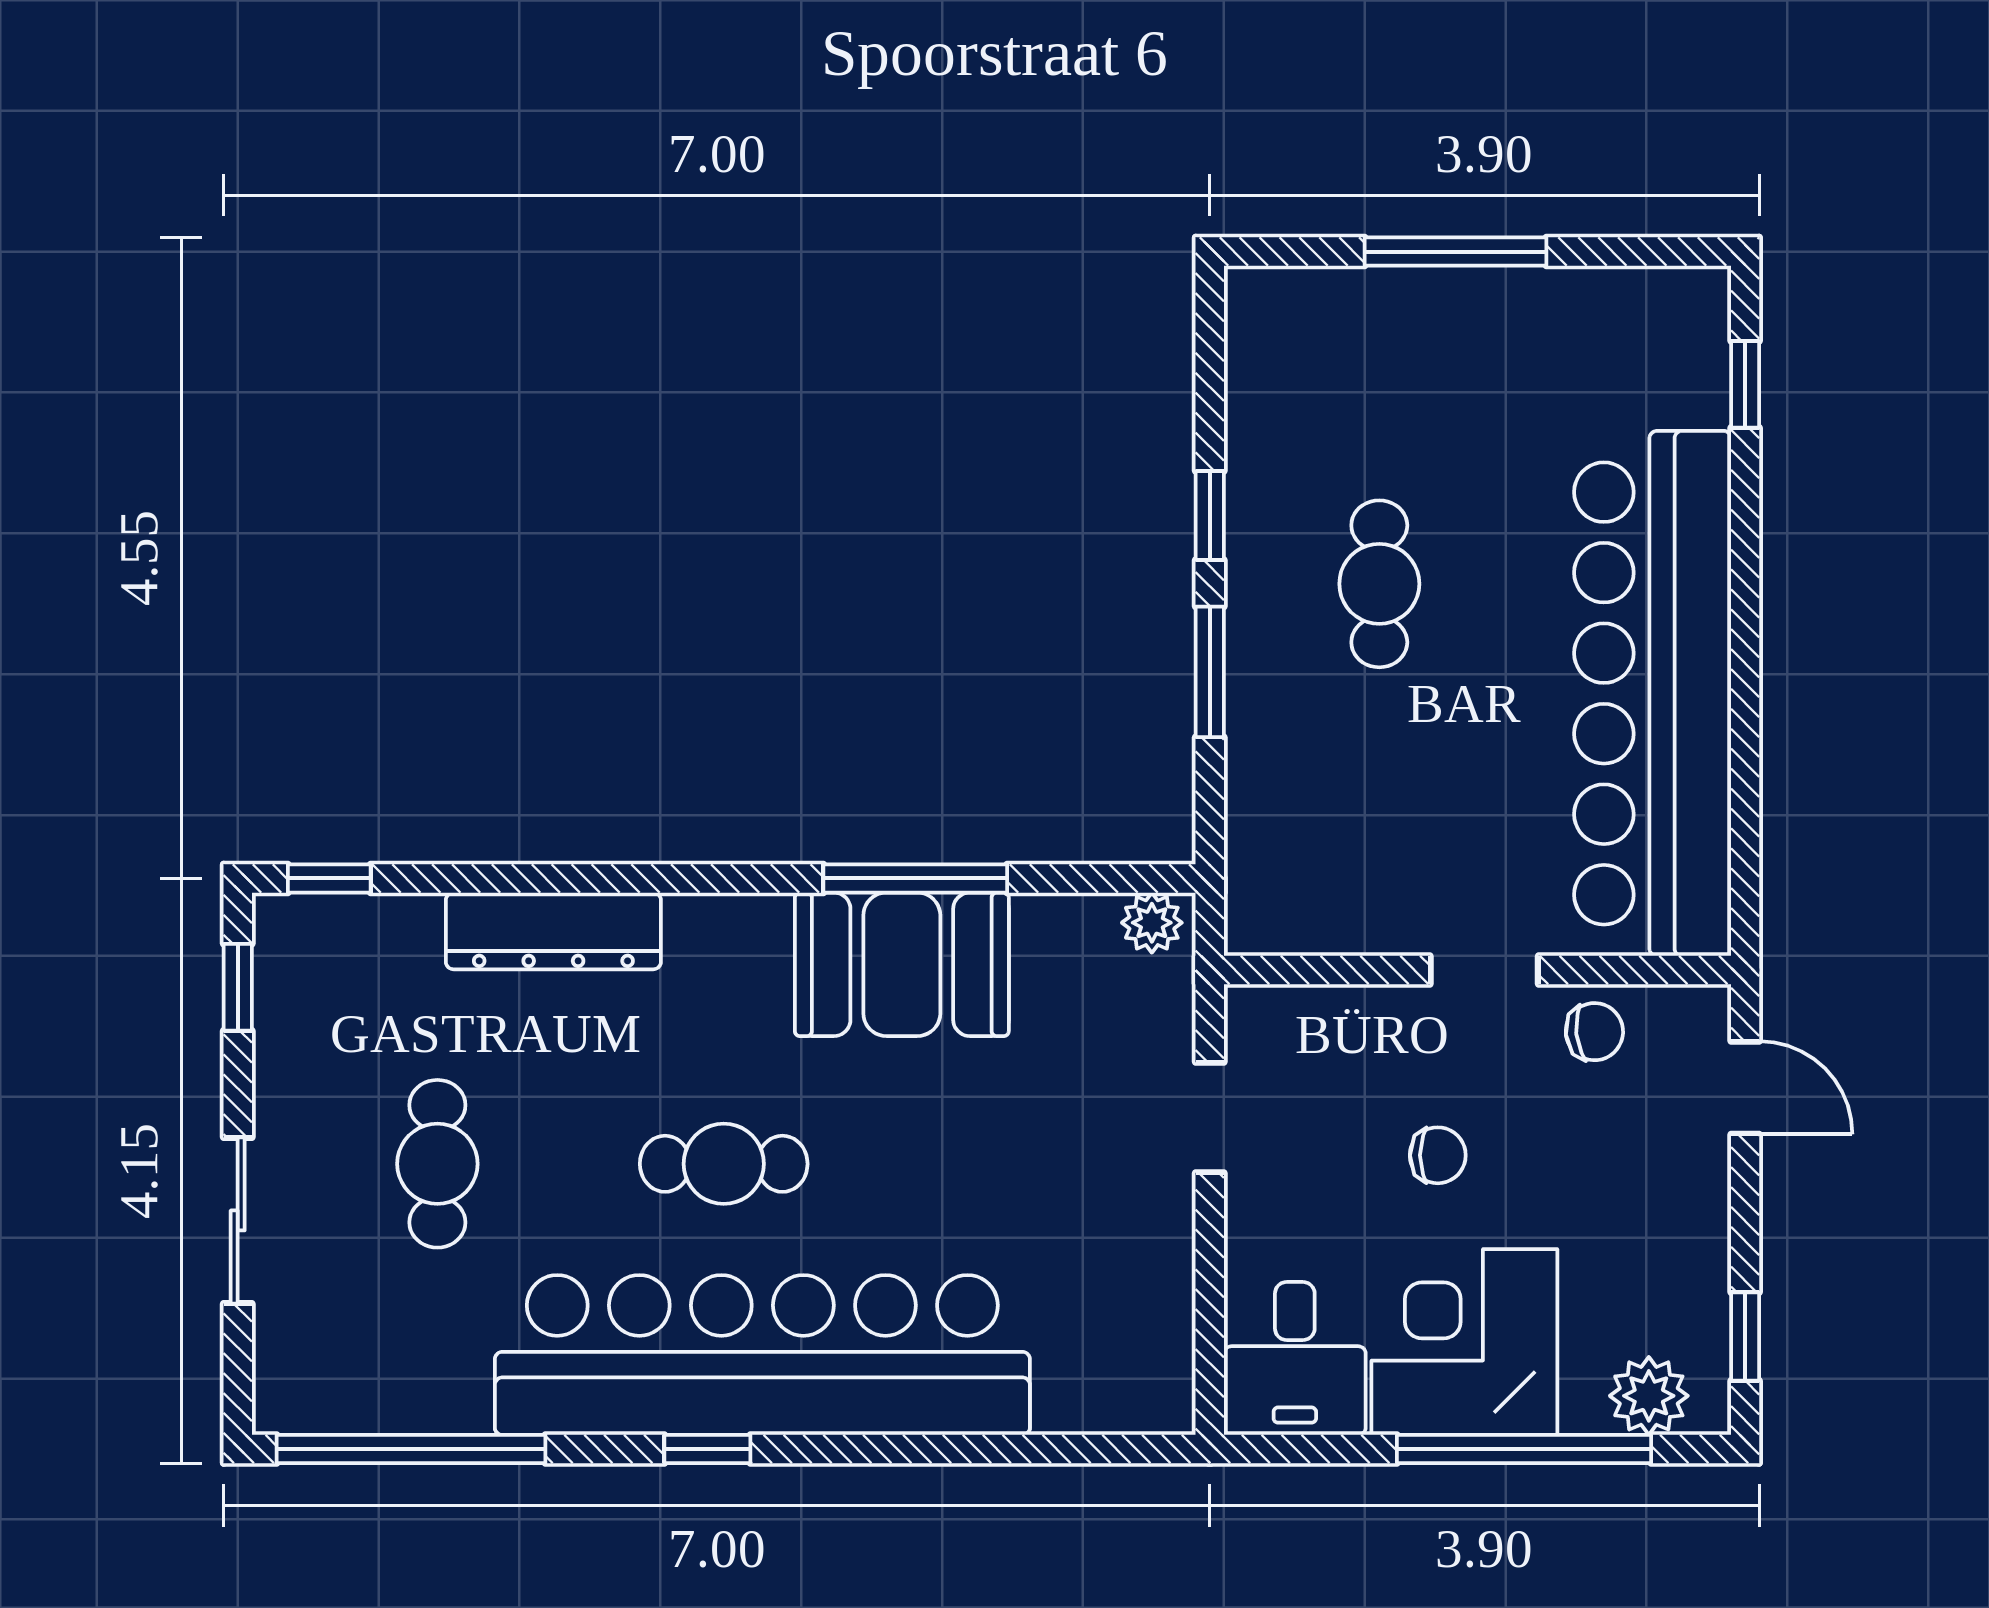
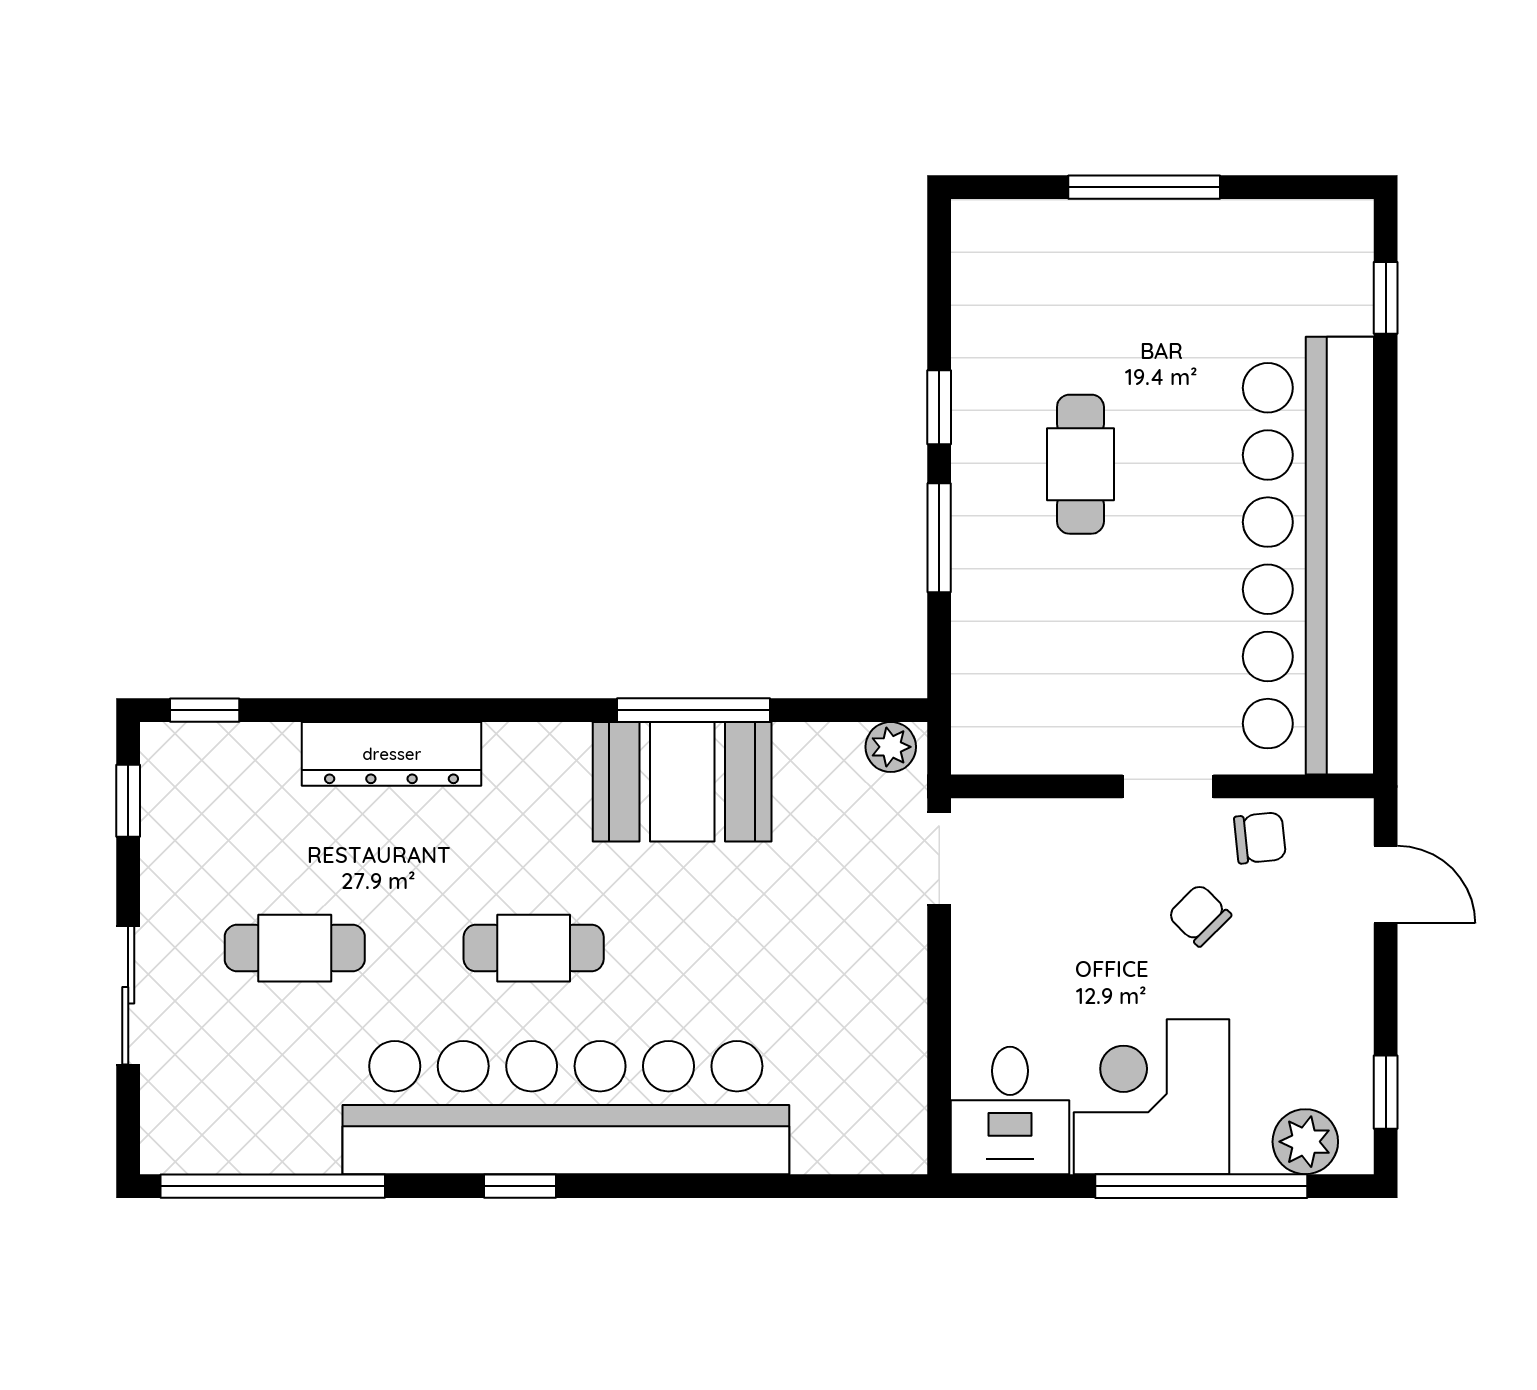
doorway: (1210, 1118) -> (939, 858), moved
chair: (1438, 1155) -> (1199, 915), moved, turned -135
cafe table: (437, 1164) -> (295, 948), turned 90

